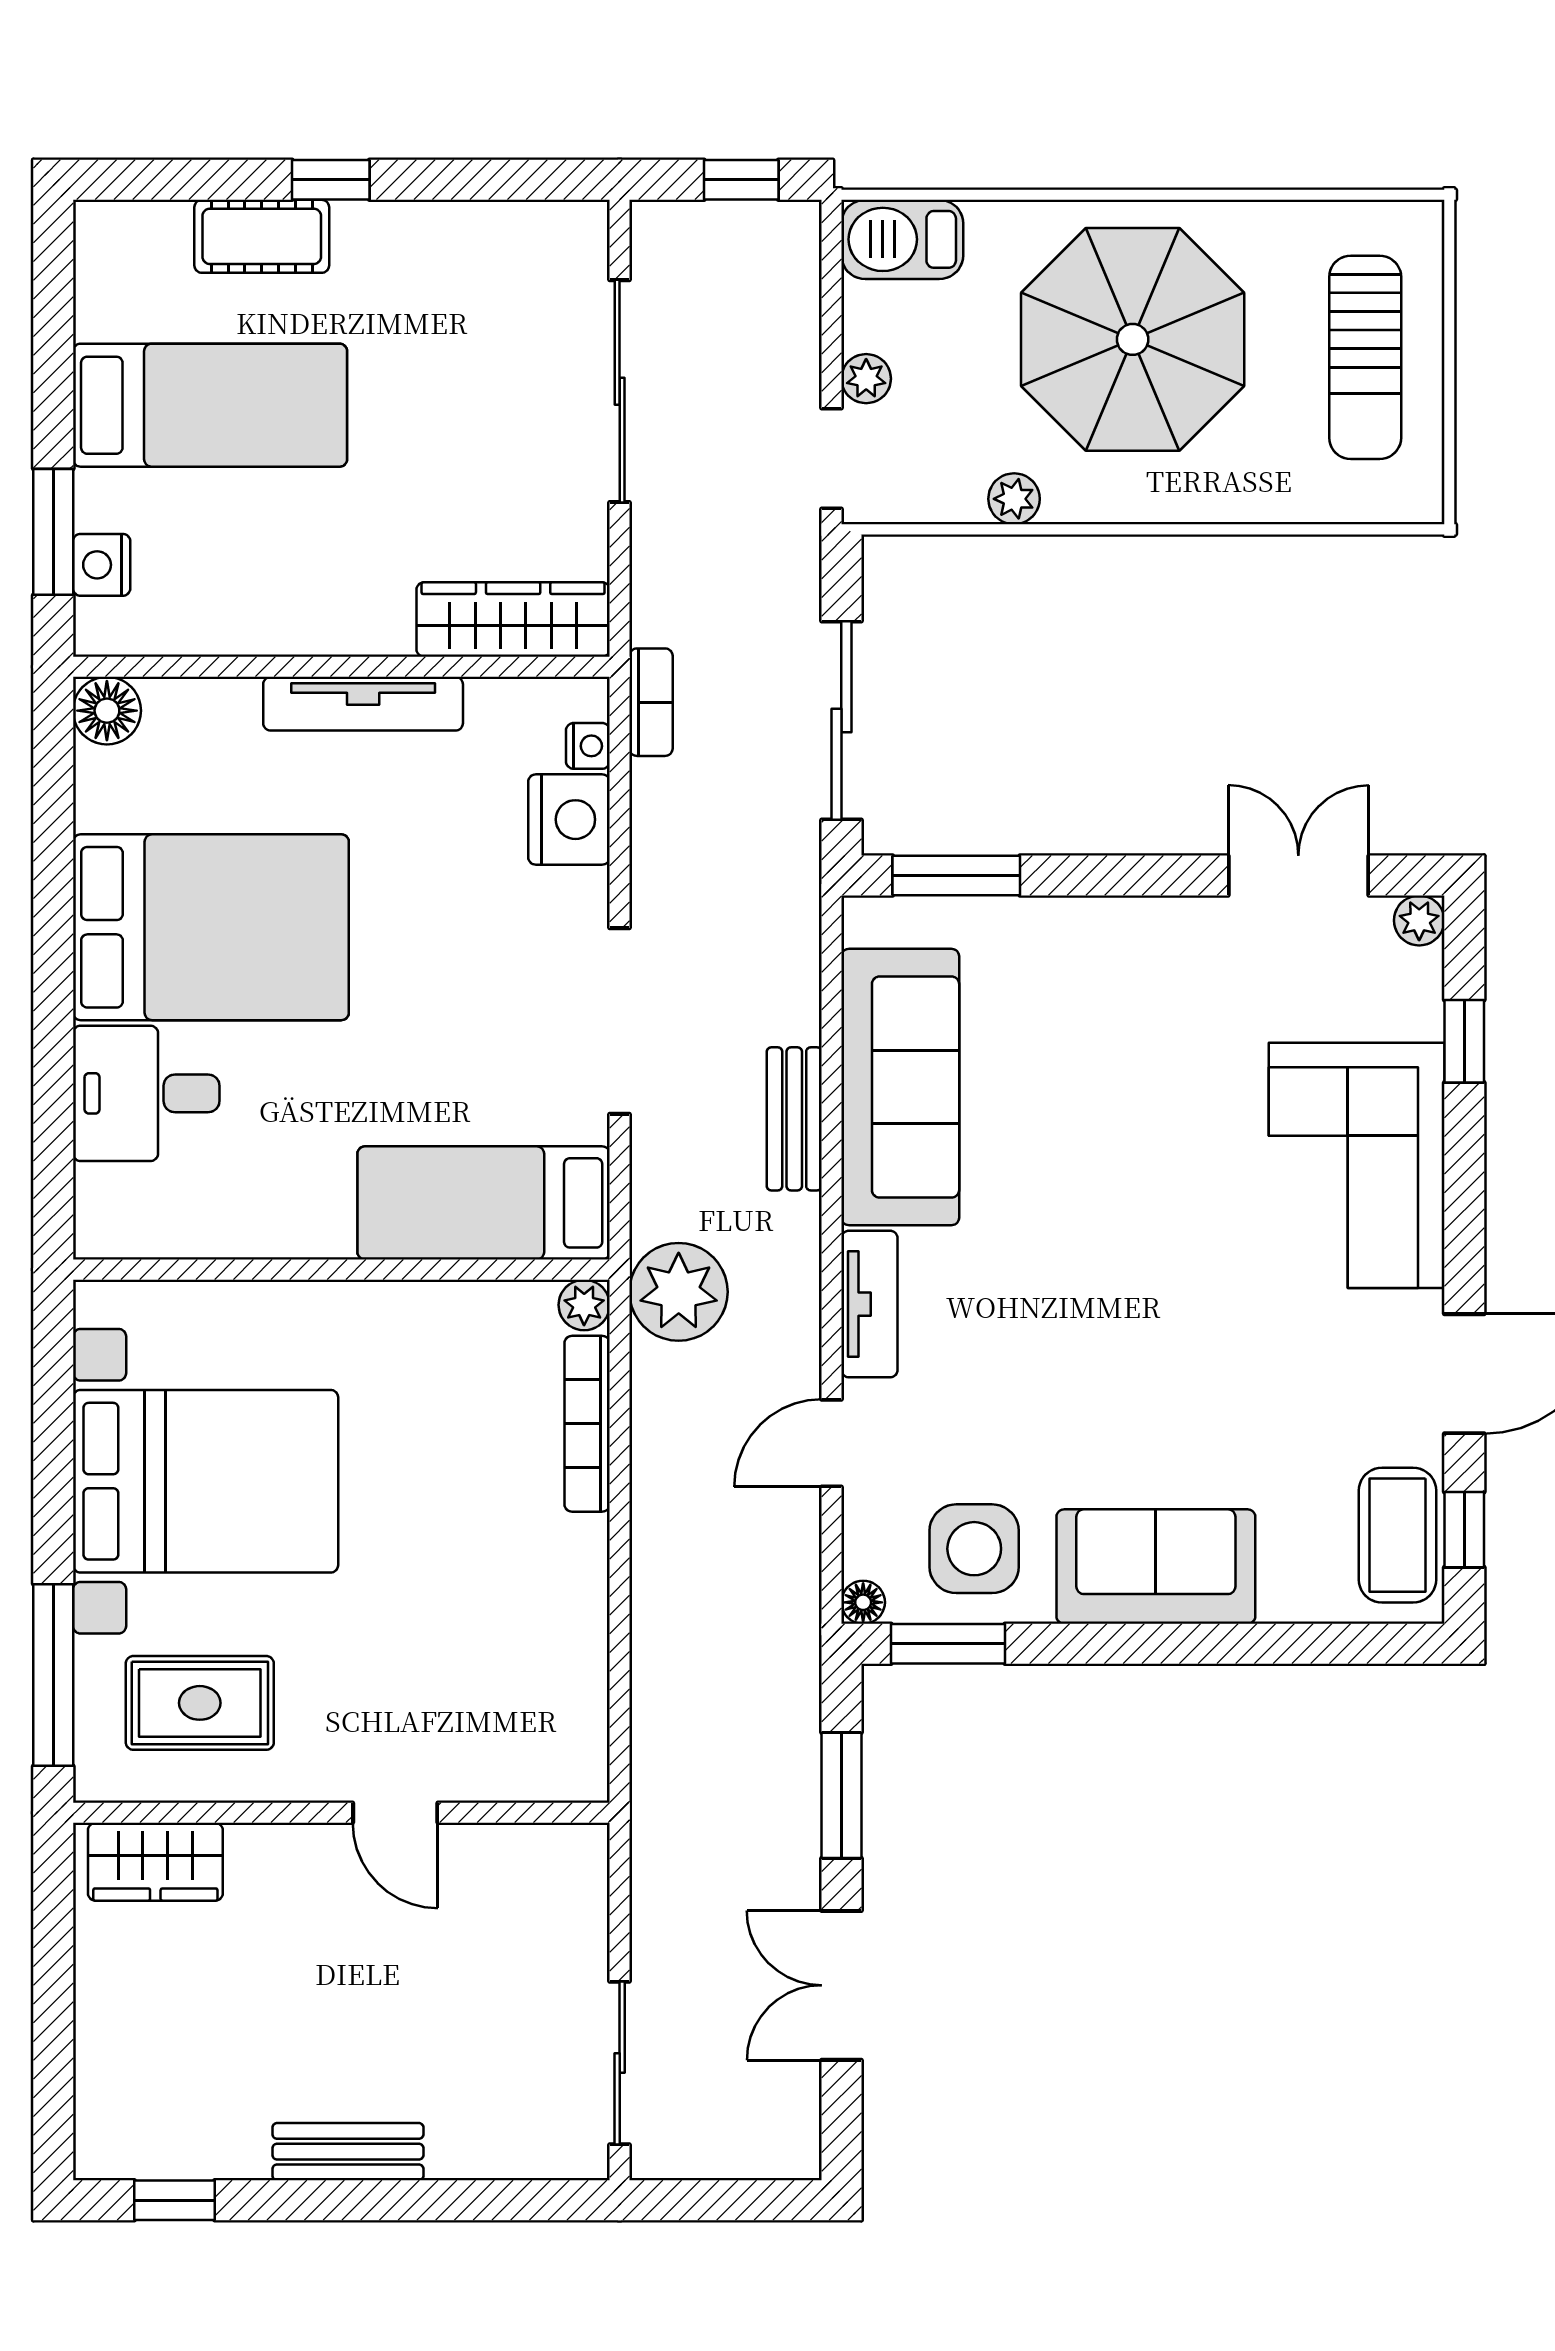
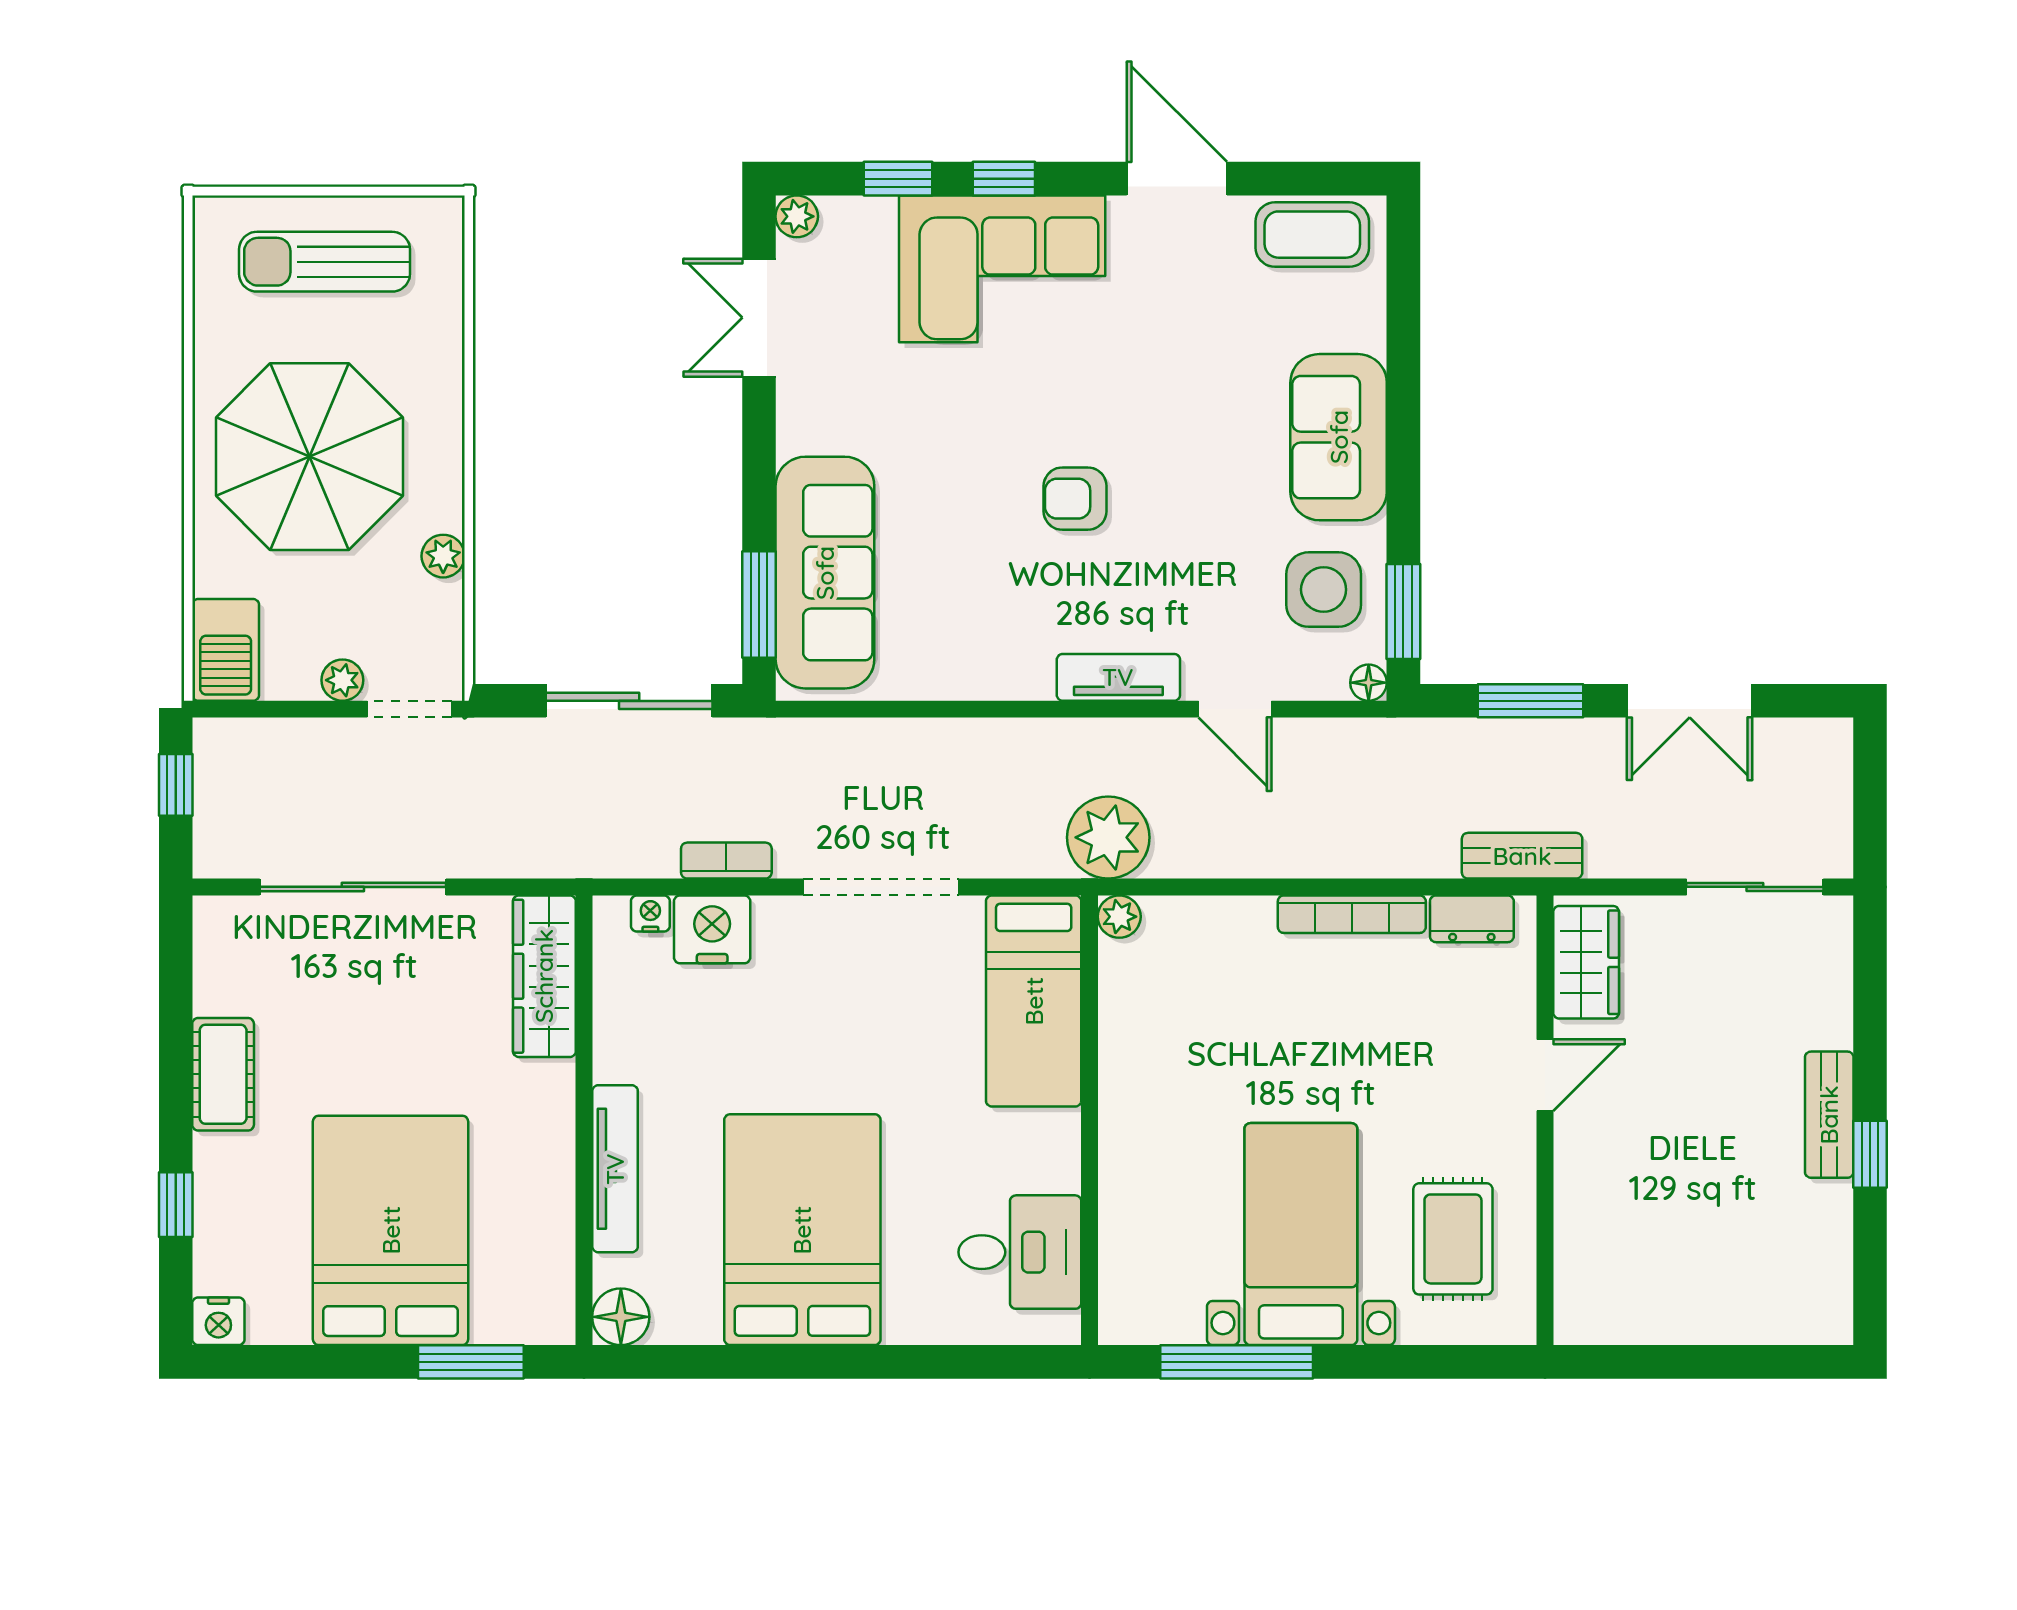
window: (331, 180) -> (176, 1205), moved
cot: (262, 236) -> (223, 1074), moved
sun lounger: (1365, 357) -> (325, 262), turned 180
bed: (210, 405) -> (391, 1230), width x1.50
nightstand: (102, 565) -> (218, 1321), moved
bookcase: (651, 702) -> (726, 861), moved
tv unit: (363, 704) -> (615, 1169), moved
sofa: (900, 1087) -> (825, 573), moved, turned 90
desk: (146, 1093) -> (1020, 1252), moved, turned -90
bench: (794, 1119) -> (1522, 856), moved
armchair: (1083, 1252) -> (1075, 499), added
bookcase: (587, 1424) -> (1352, 914), moved
bed with nightstands: (206, 1481) -> (1301, 1234), width x0.73
window: (1464, 1530) -> (1004, 179), moved
window: (53, 1675) -> (1237, 1362), moved
dresser: (582, 1725) -> (1472, 919), added
wardrobe: (155, 1862) -> (1586, 962), moved
window: (175, 2200) -> (1870, 1154), moved

